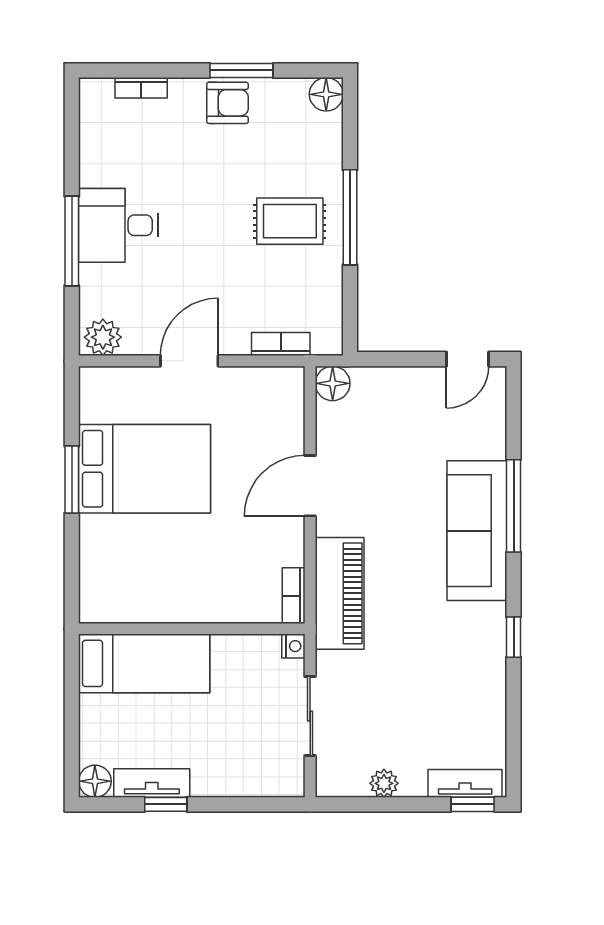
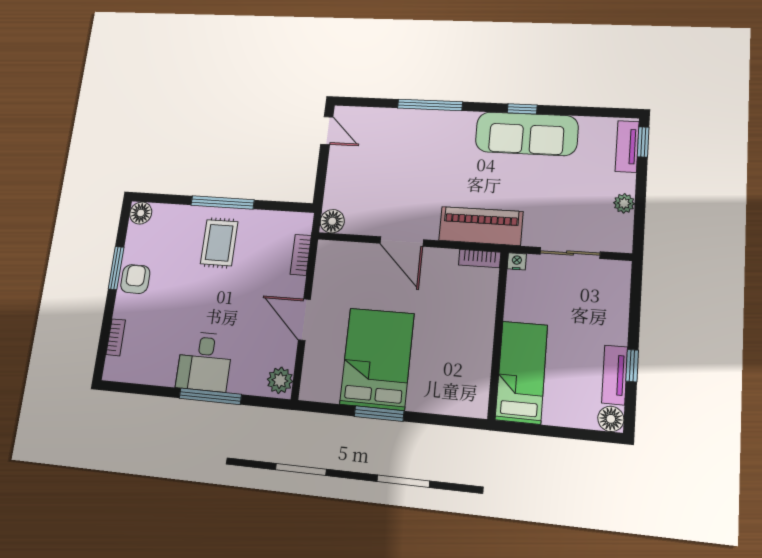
sofa: (477, 531) -> (527, 134), moved

